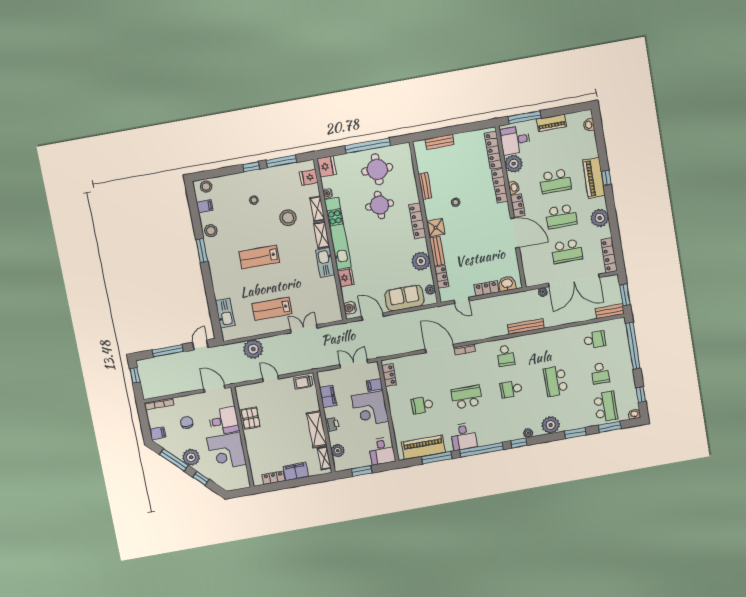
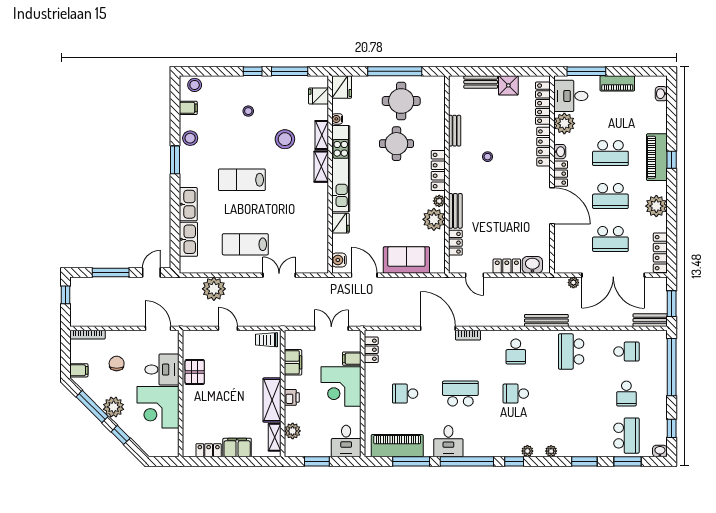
shower: (436, 228) -> (508, 85), moved
kitchen sink: (325, 262) -> (188, 204), moved, turned 180
plant: (430, 290) -> (439, 201), moved
school desk: (556, 381) -> (571, 352), moved
plant: (551, 425) -> (551, 451), width x0.53, depth x0.53

